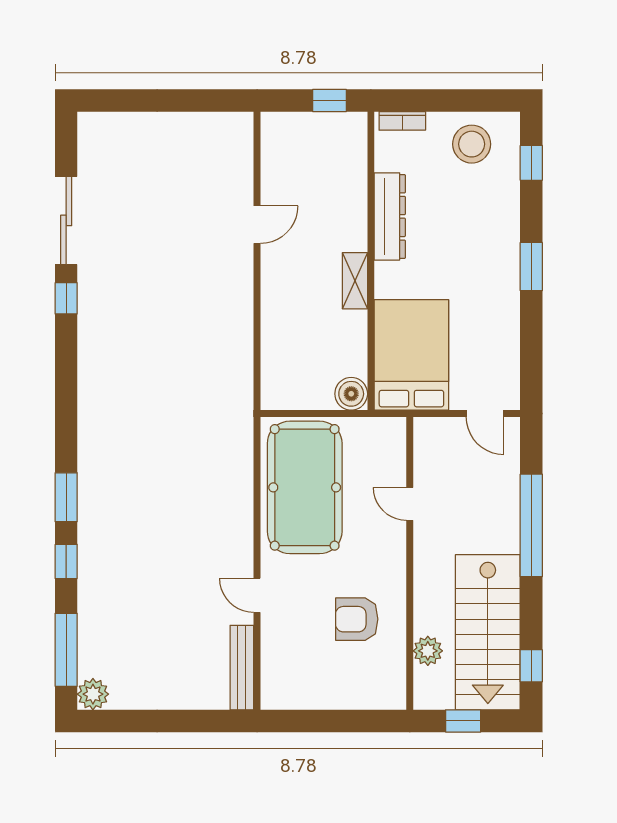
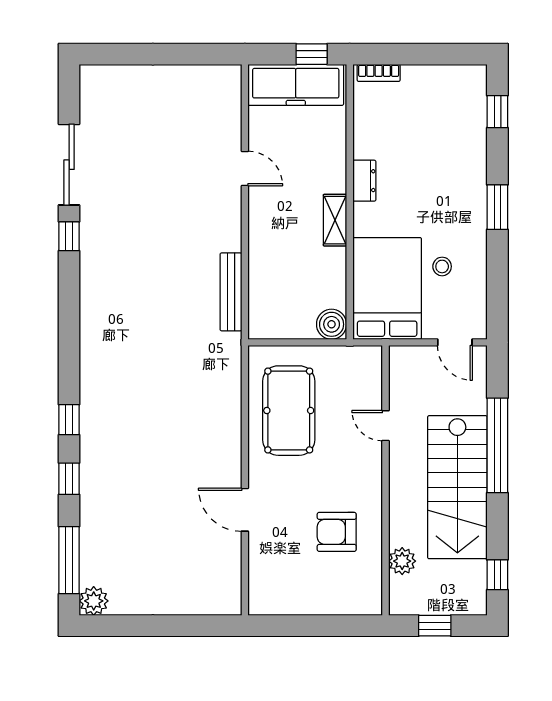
freezer: (312, 134) -> (296, 85), added
stool: (472, 144) -> (442, 266), moved, width x0.53, depth x0.53
dresser: (390, 216) -> (364, 181), width x0.51, depth x0.80
door: (257, 225) -> (245, 169), hinge flipped
pool table: (305, 487) -> (289, 411), width x0.73, depth x0.76
window: (66, 497) -> (69, 420), width x0.67
door: (257, 595) -> (245, 510), width x1.38
stairs: (488, 632) -> (457, 487), moved
bench: (242, 668) -> (231, 292), moved

